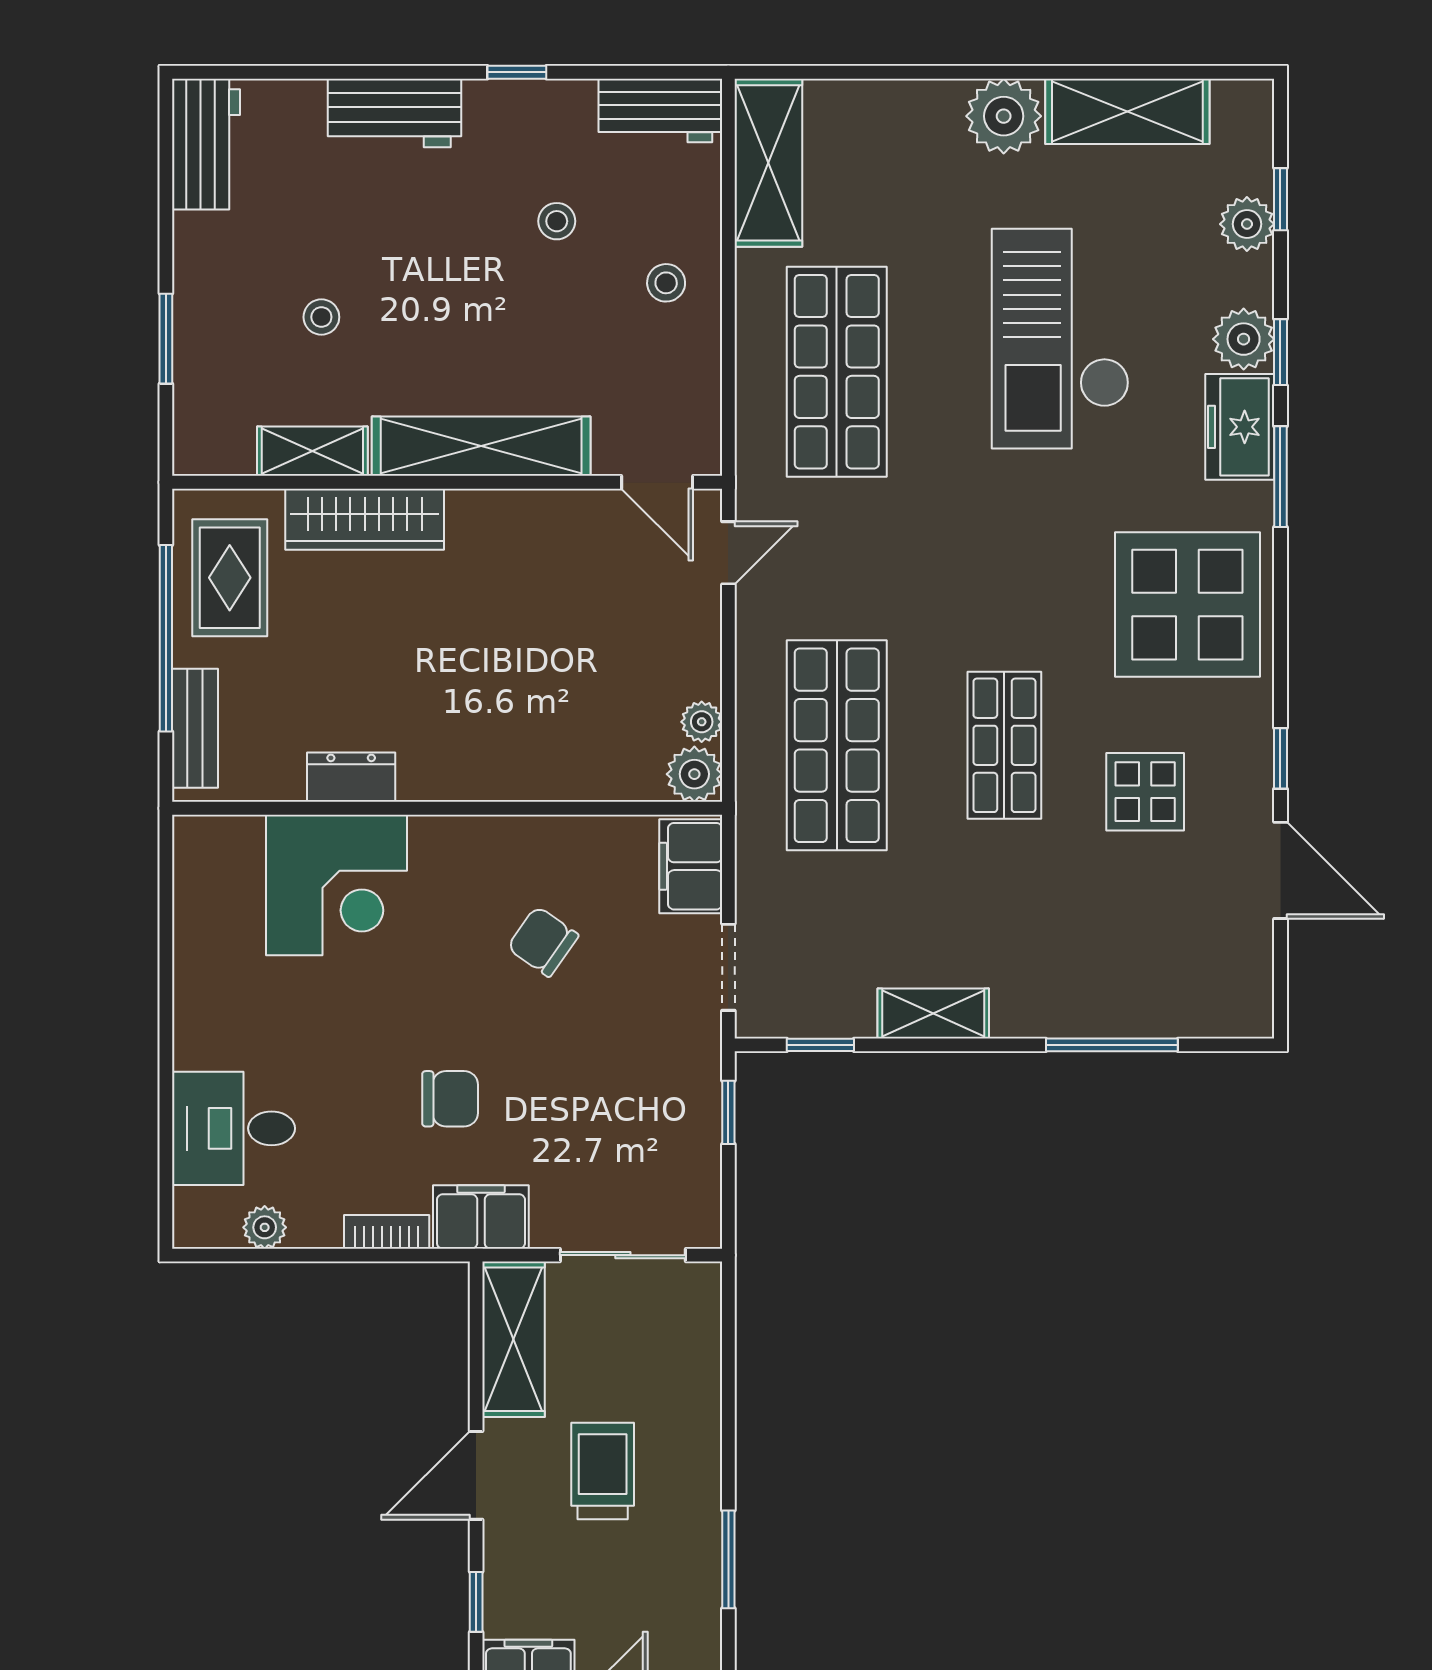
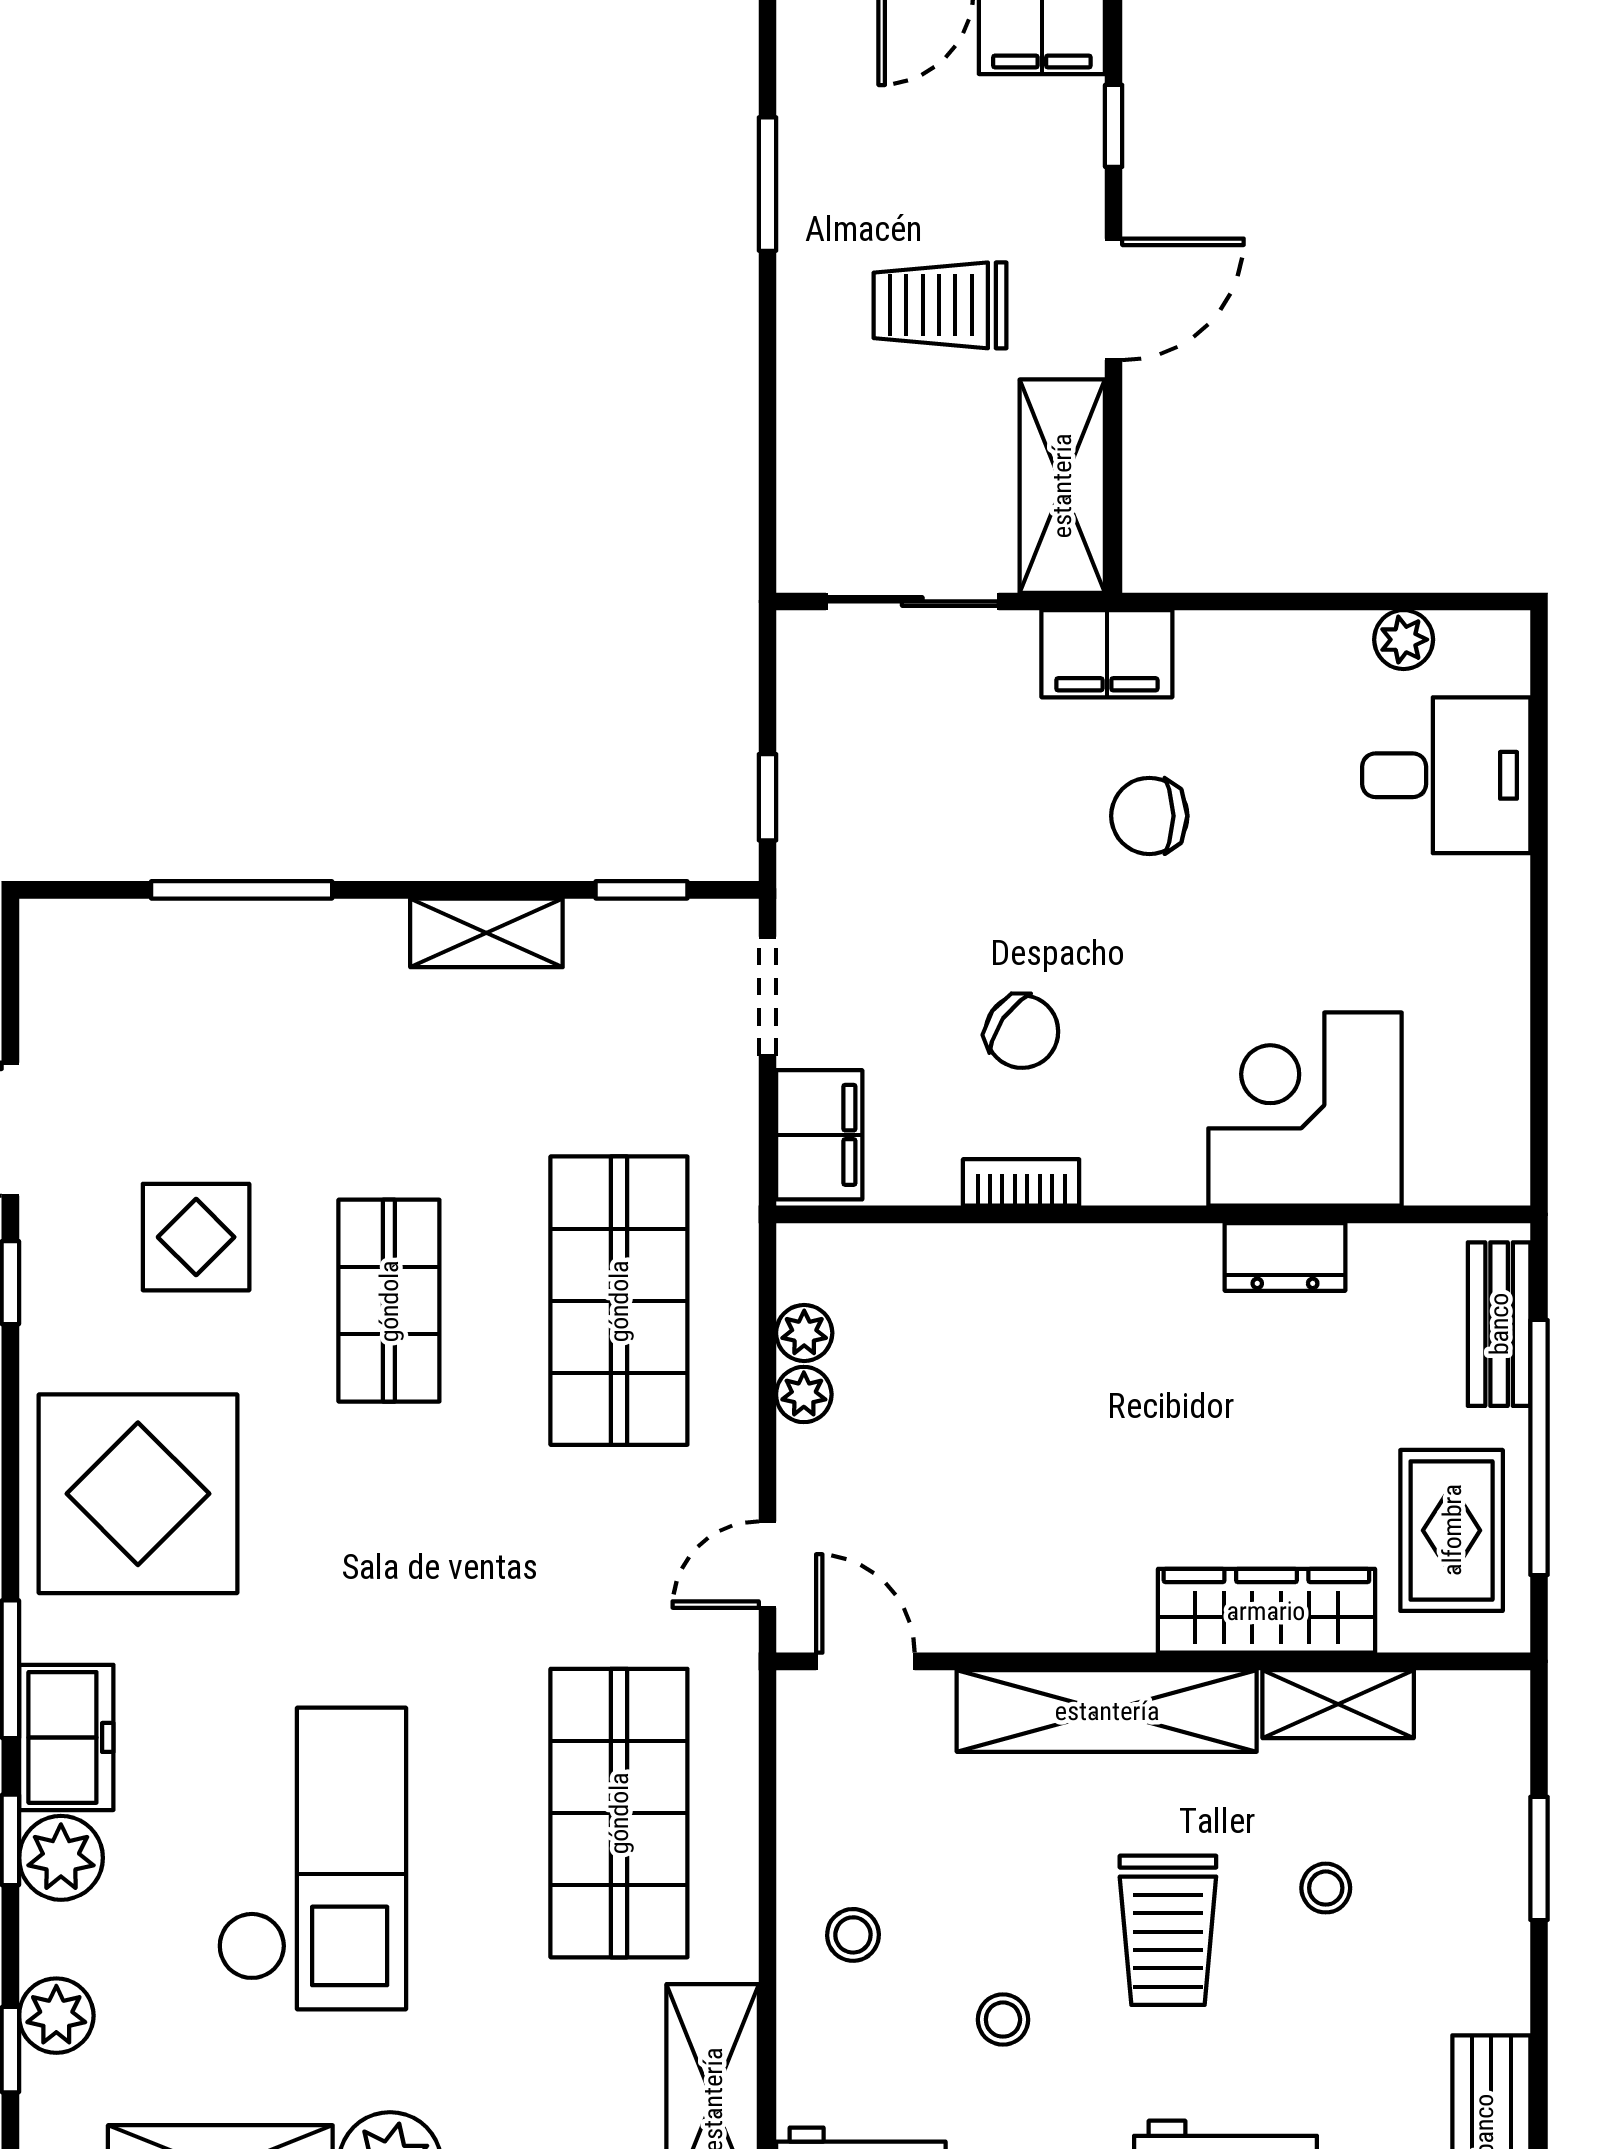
trolley: (436, 286) -> (1168, 1930), added
plant: (694, 774) -> (804, 1394), moved, width x0.73, depth x0.73
bookcase: (387, 1232) -> (1021, 1182), moved, turned 180
trolley: (603, 1471) -> (940, 305), turned 90

